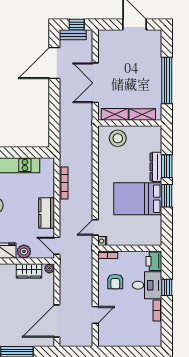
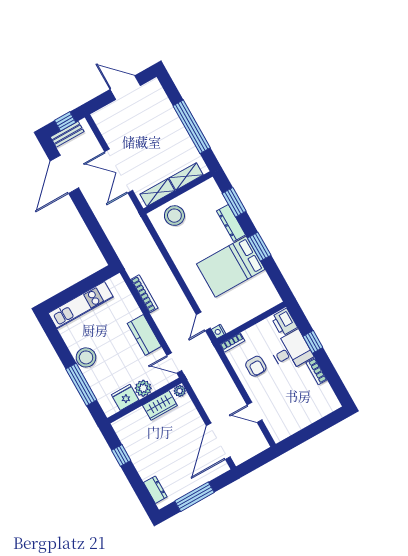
window: (167, 166) -> (234, 202), moved
door: (95, 315) -> (255, 412), swing flipped

